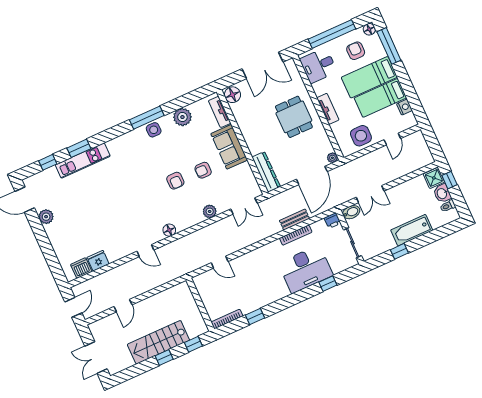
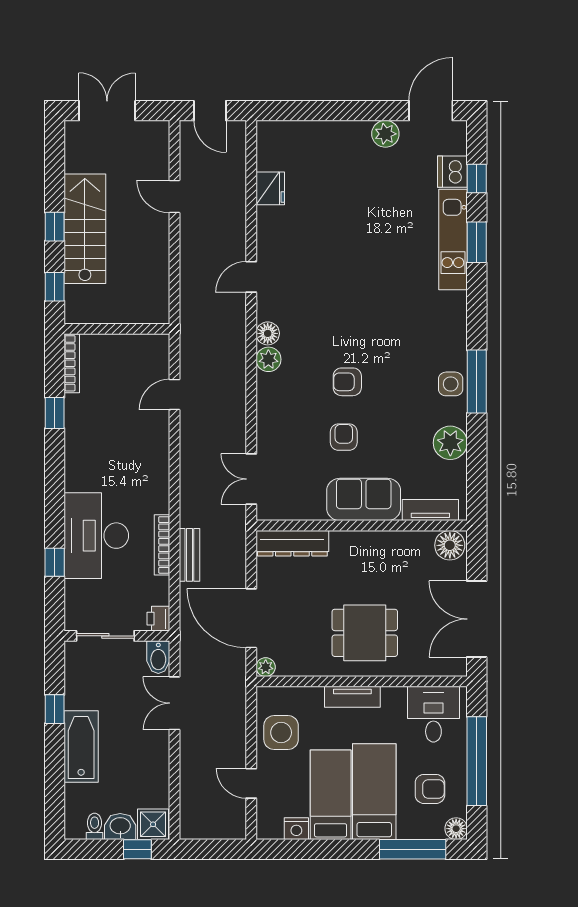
plant: (210, 211) -> (268, 359), moved
dishwasher: (81, 268) -> (452, 172), moved, turned 180

